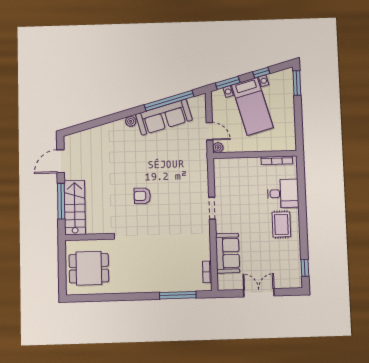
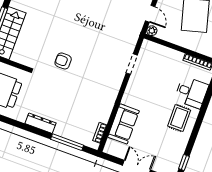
armchair: (142, 196) -> (63, 61), moved
doorway: (212, 208) -> (132, 64), moved
dresser: (143, 287) -> (40, 123), added

